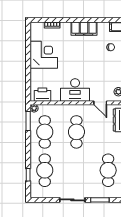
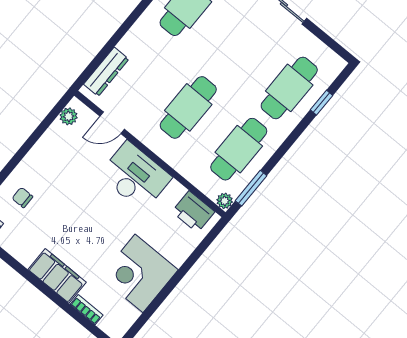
filing cabinet: (84, 29) -> (57, 276), moved
door: (100, 103) -> (112, 123), swing flipped

